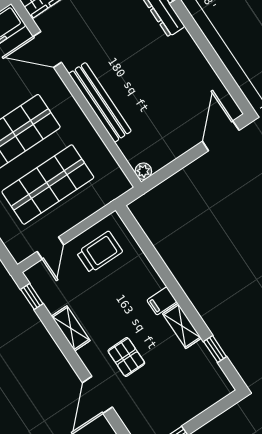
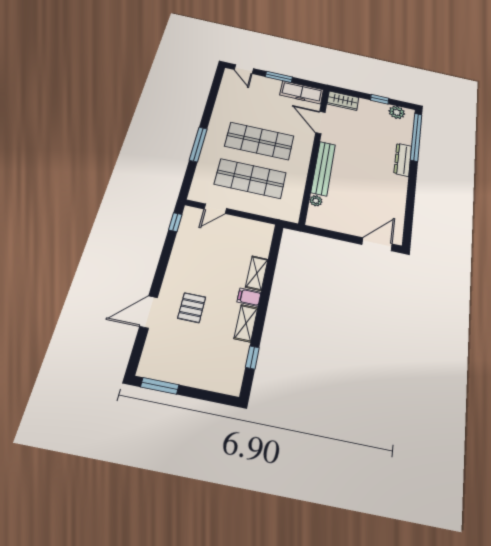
plant: (143, 171) -> (316, 201), moved
trolley: (100, 252) -> (241, 237), removed
shelving: (71, 328) -> (257, 273), moved

